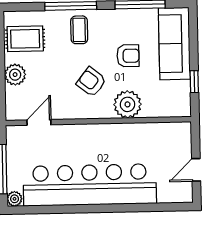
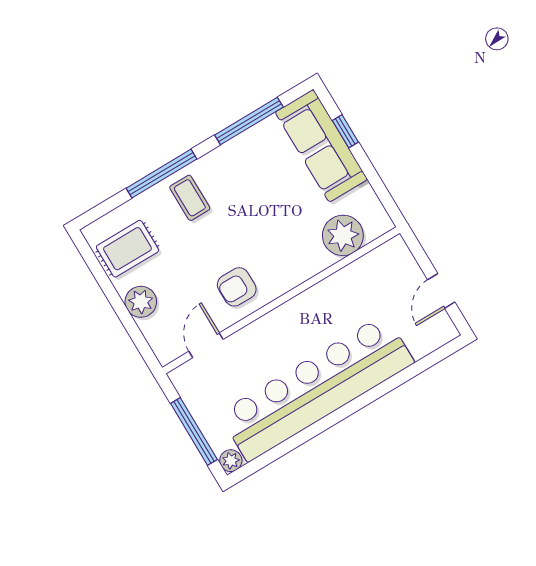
armchair: (128, 56) -> (271, 195), removed
armchair: (91, 82) -> (237, 287), moved, turned -38
window: (194, 82) -> (345, 131), moved
plant: (127, 104) -> (343, 235), moved

